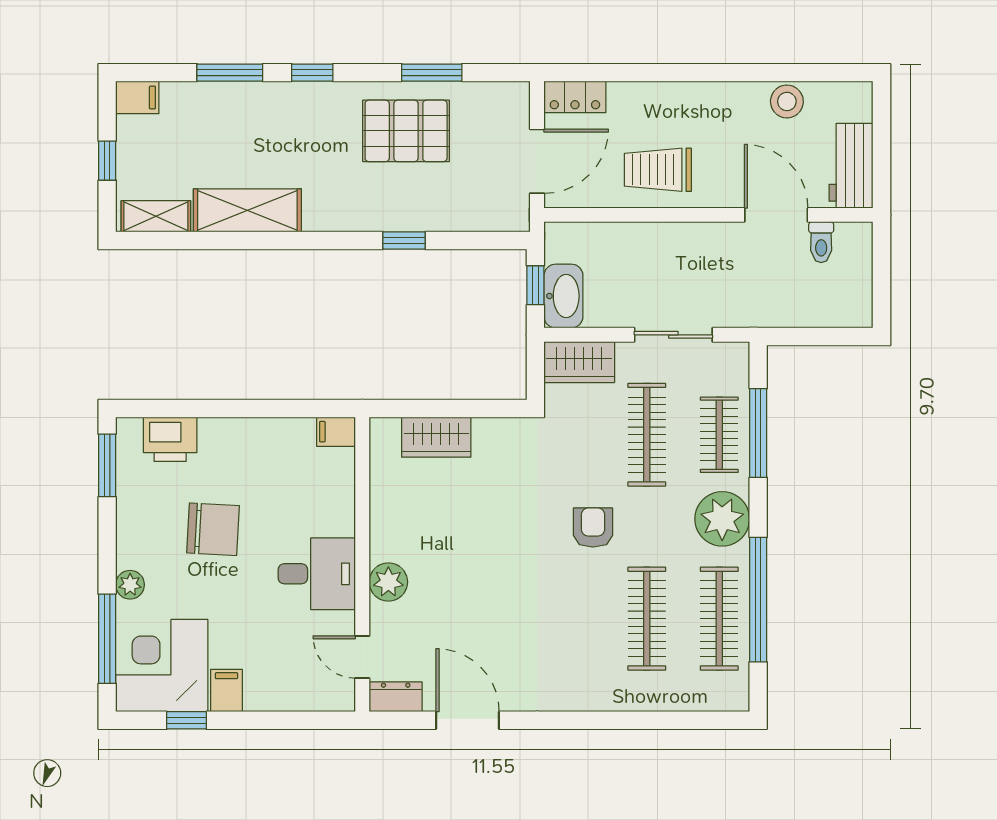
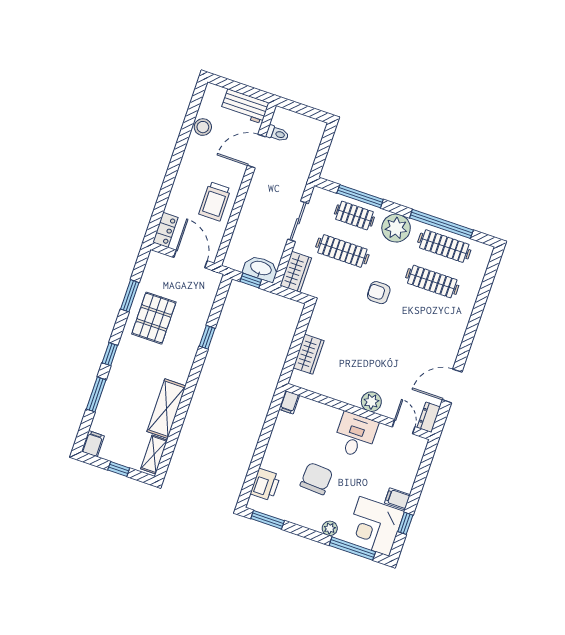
door: (362, 657) -> (404, 427), swing flipped

